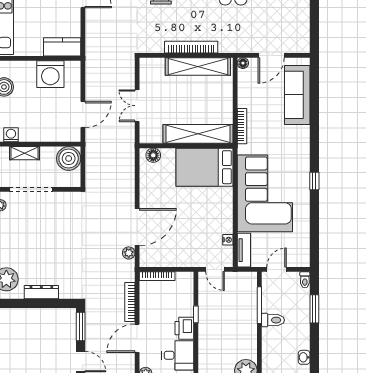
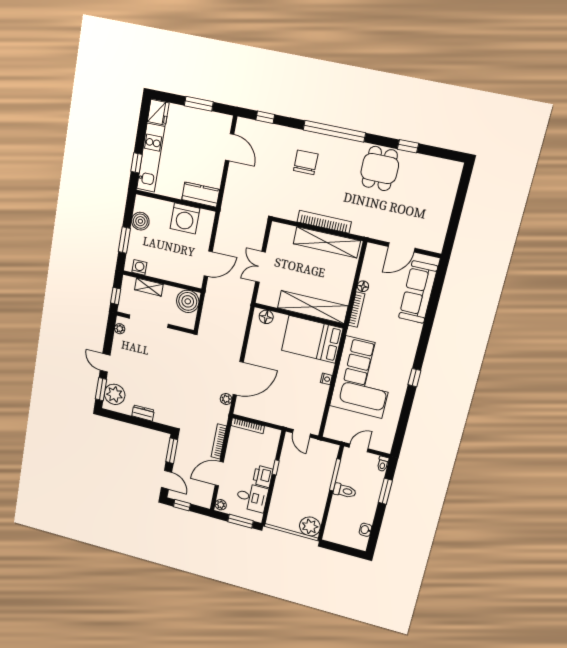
floor lamp: (243, 63) -> (363, 286), moved
nightstand: (228, 240) -> (326, 379), moved
tv unit: (244, 250) -> (332, 423), removed
dresser: (41, 292) -> (143, 413), width x0.70

